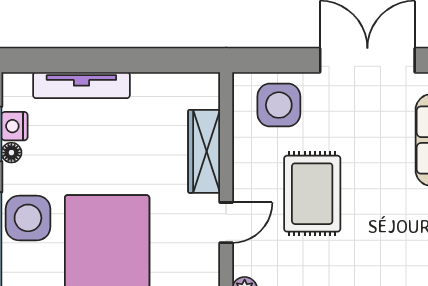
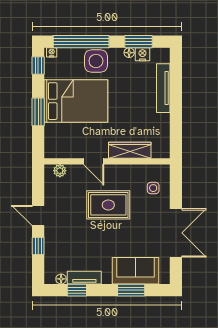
side table: (279, 105) -> (153, 188), width x0.54, depth x0.54

